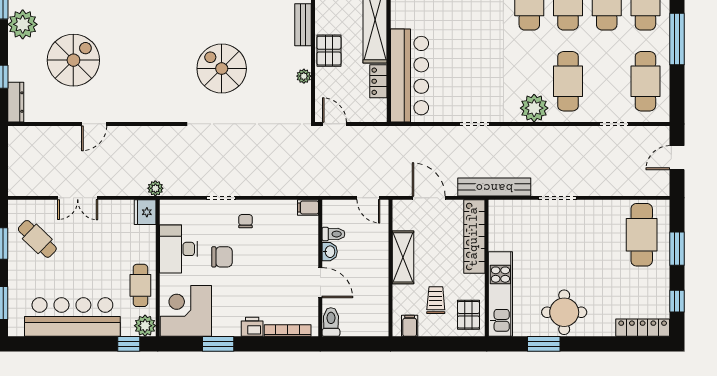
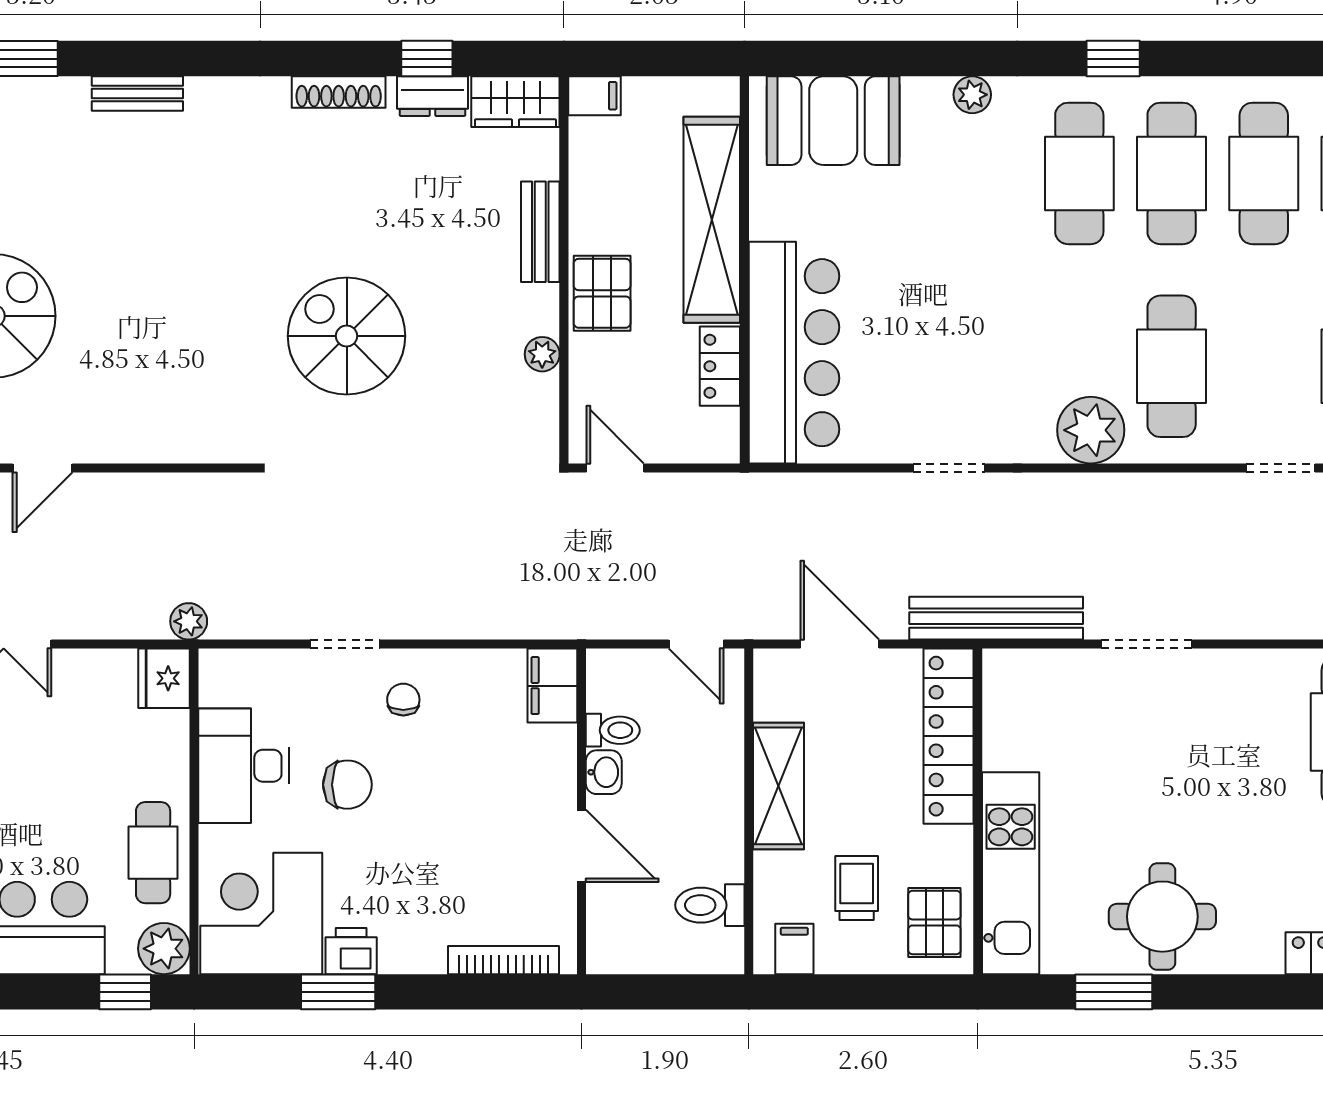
filing cabinet: (308, 207) -> (552, 686), width x2.00
toilet: (331, 322) -> (710, 905), moved, turned -90
printer: (252, 327) -> (351, 951), moved

